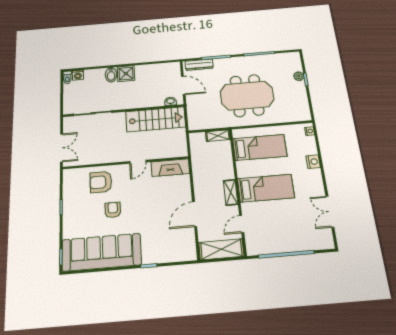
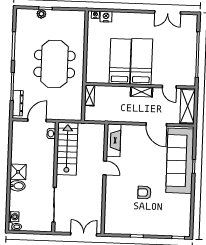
bed: (260, 147) -> (120, 61), moved
nightstand: (313, 162) -> (106, 17), moved
armchair: (101, 182) -> (119, 201), removed
sofa: (101, 252) -> (180, 161), moved

